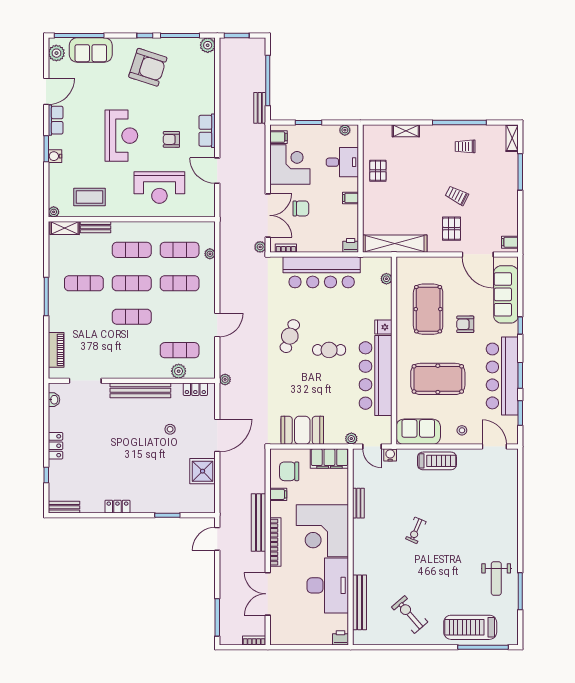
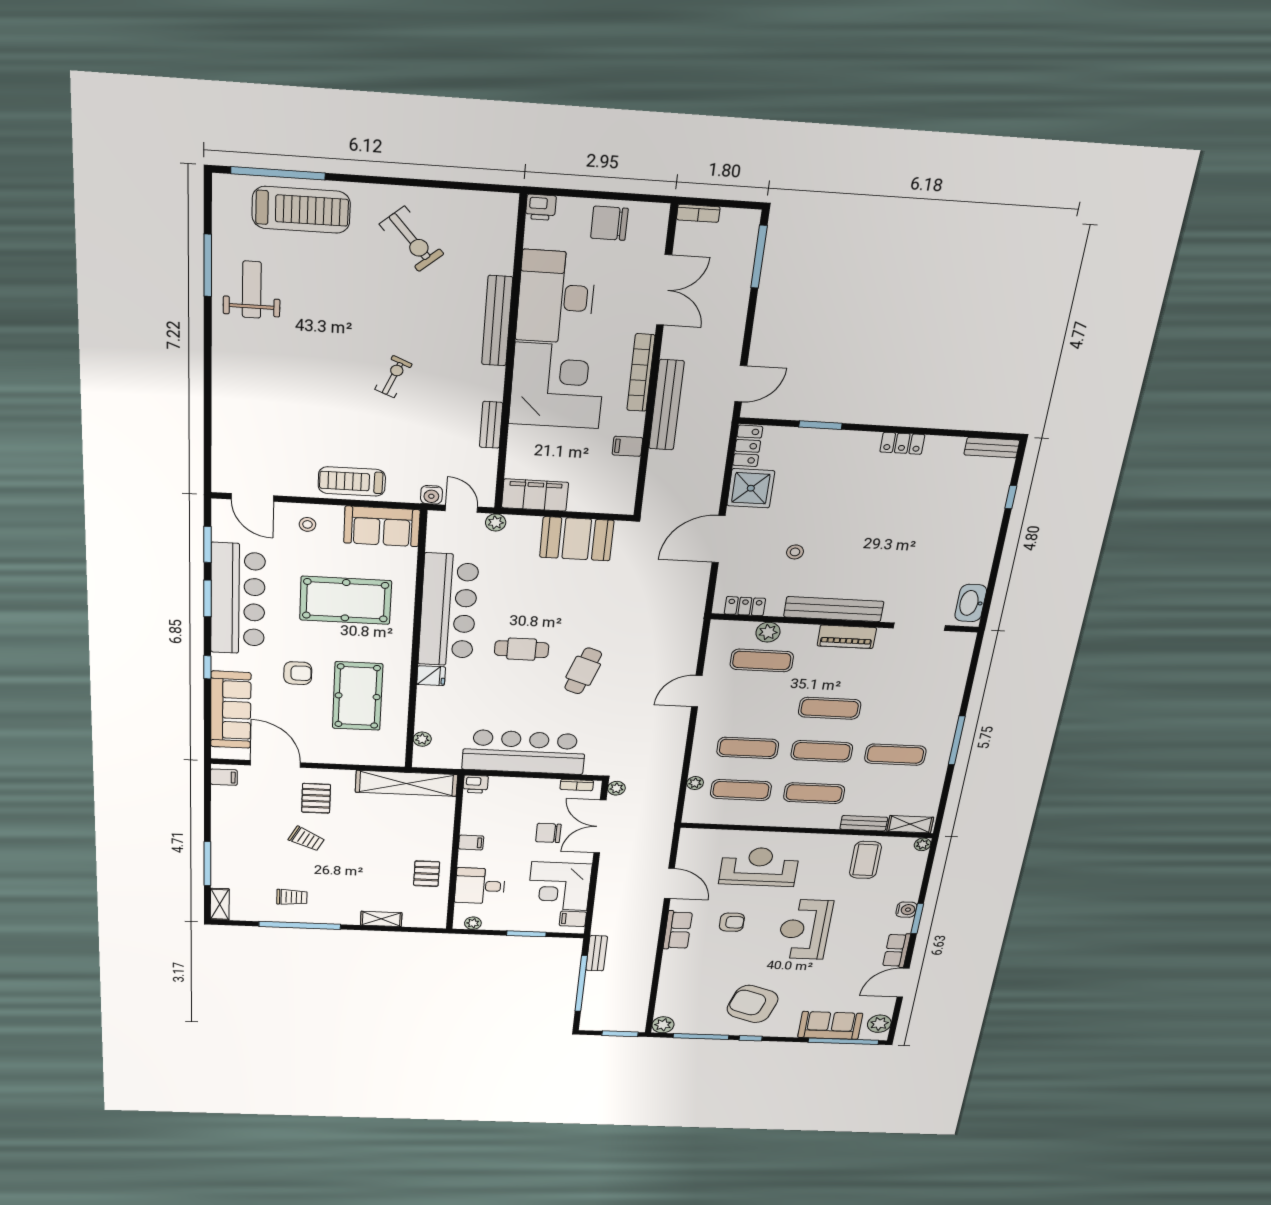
coffee table: (89, 197) -> (865, 860), turned 90
piano: (56, 350) -> (847, 637), moved, turned -90
plant: (225, 379) -> (695, 617), removed
washbasin: (54, 400) -> (971, 603), width x1.91, depth x1.45
locker: (55, 446) -> (748, 446), moved, turned 180
chair: (289, 471) -> (609, 223), moved, turned 180
bench: (360, 602) -> (497, 321), moved

